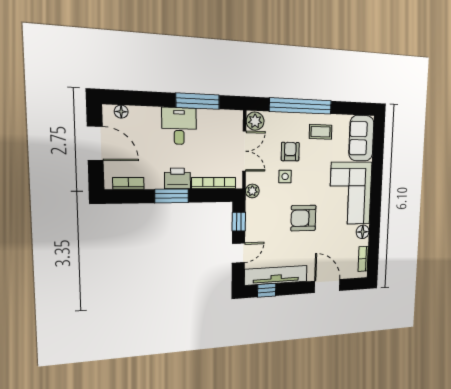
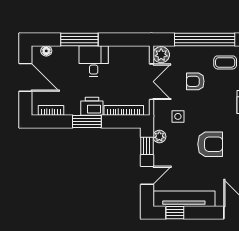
window: (198, 101) -> (79, 39), moved
armchair: (290, 152) -> (195, 81), turned -90
side table: (285, 176) -> (178, 116), moved
plant: (252, 191) -> (159, 137), moved
armchair: (303, 218) -> (210, 144), turned 180

